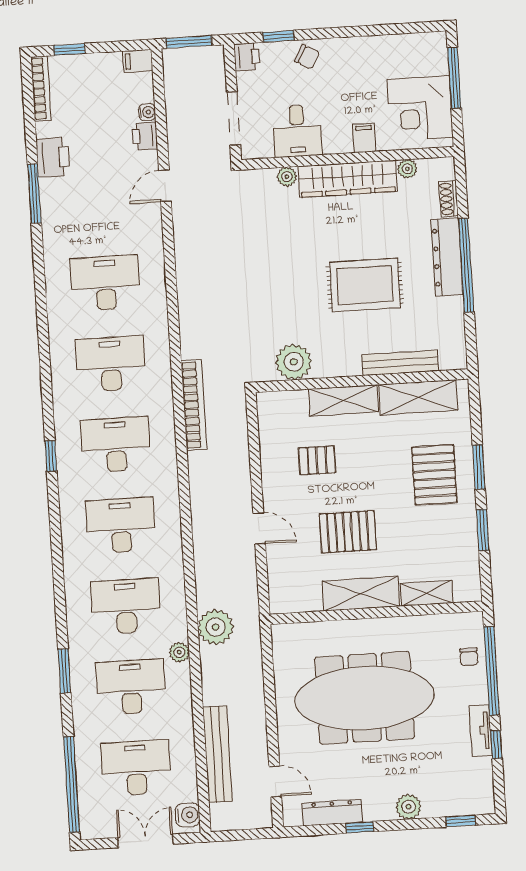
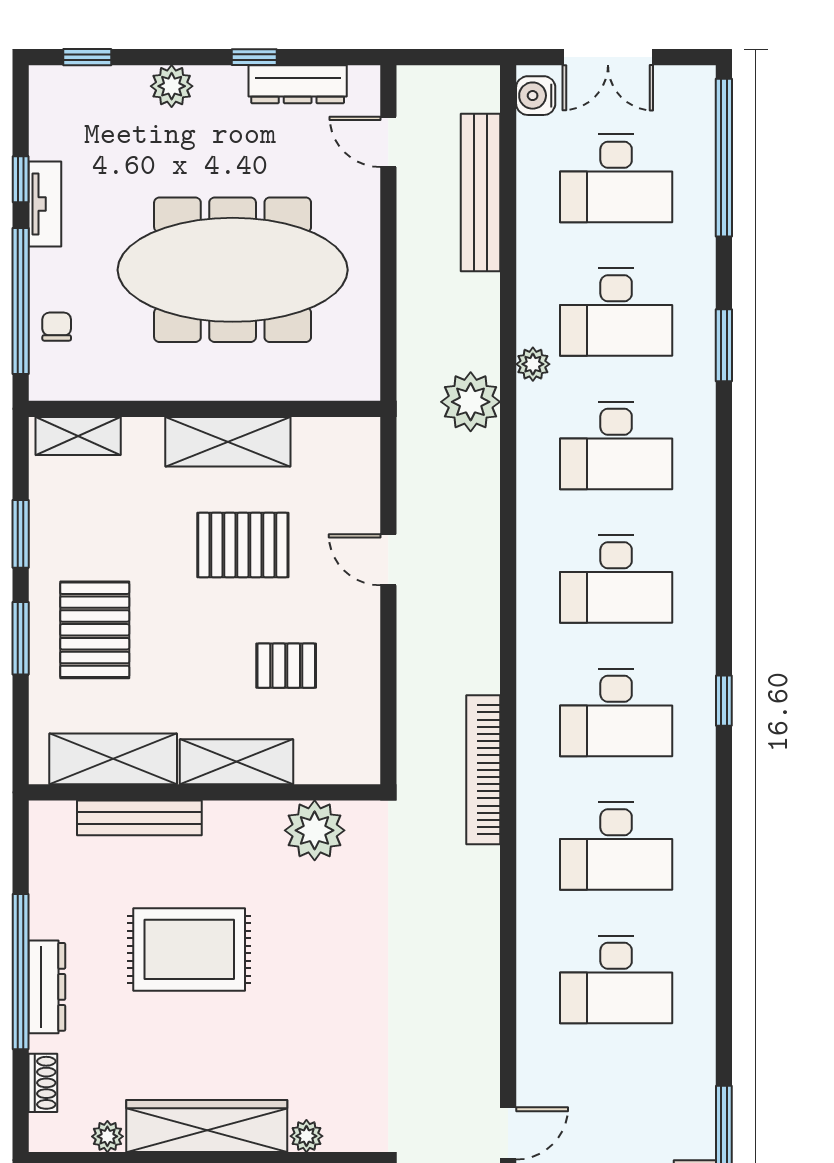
dresser: (447, 257) -> (47, 987), width x0.73, depth x0.80
shelving: (426, 593) -> (78, 436), moved

